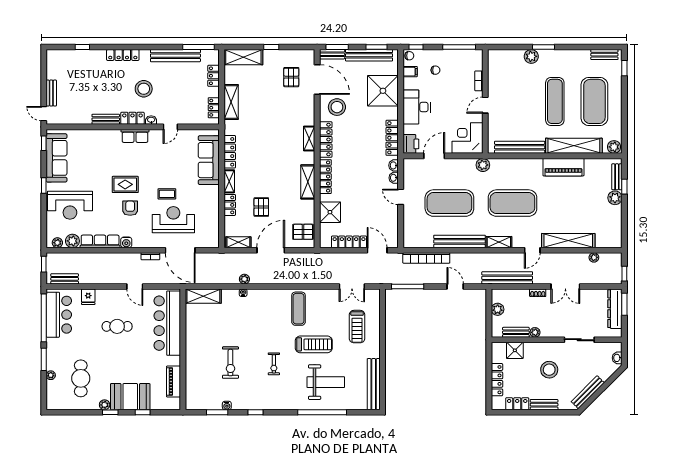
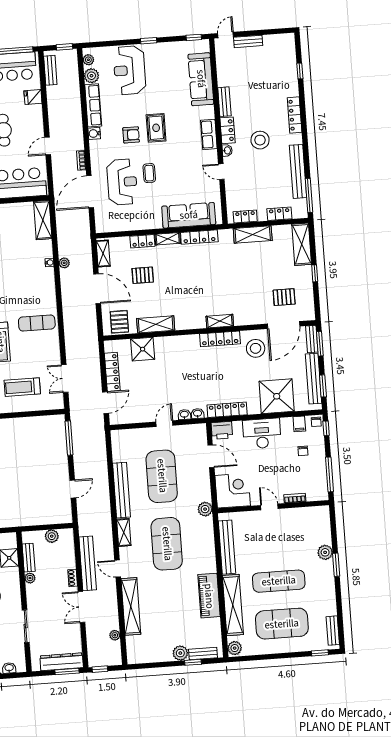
sofa: (57, 158) -> (201, 79), moved, turned 90
locker: (325, 177) -> (180, 341), removed
shelving: (308, 182) -> (156, 324), moved
bookcase: (426, 258) -> (101, 456), removed
bench: (507, 278) -> (88, 563), moved

